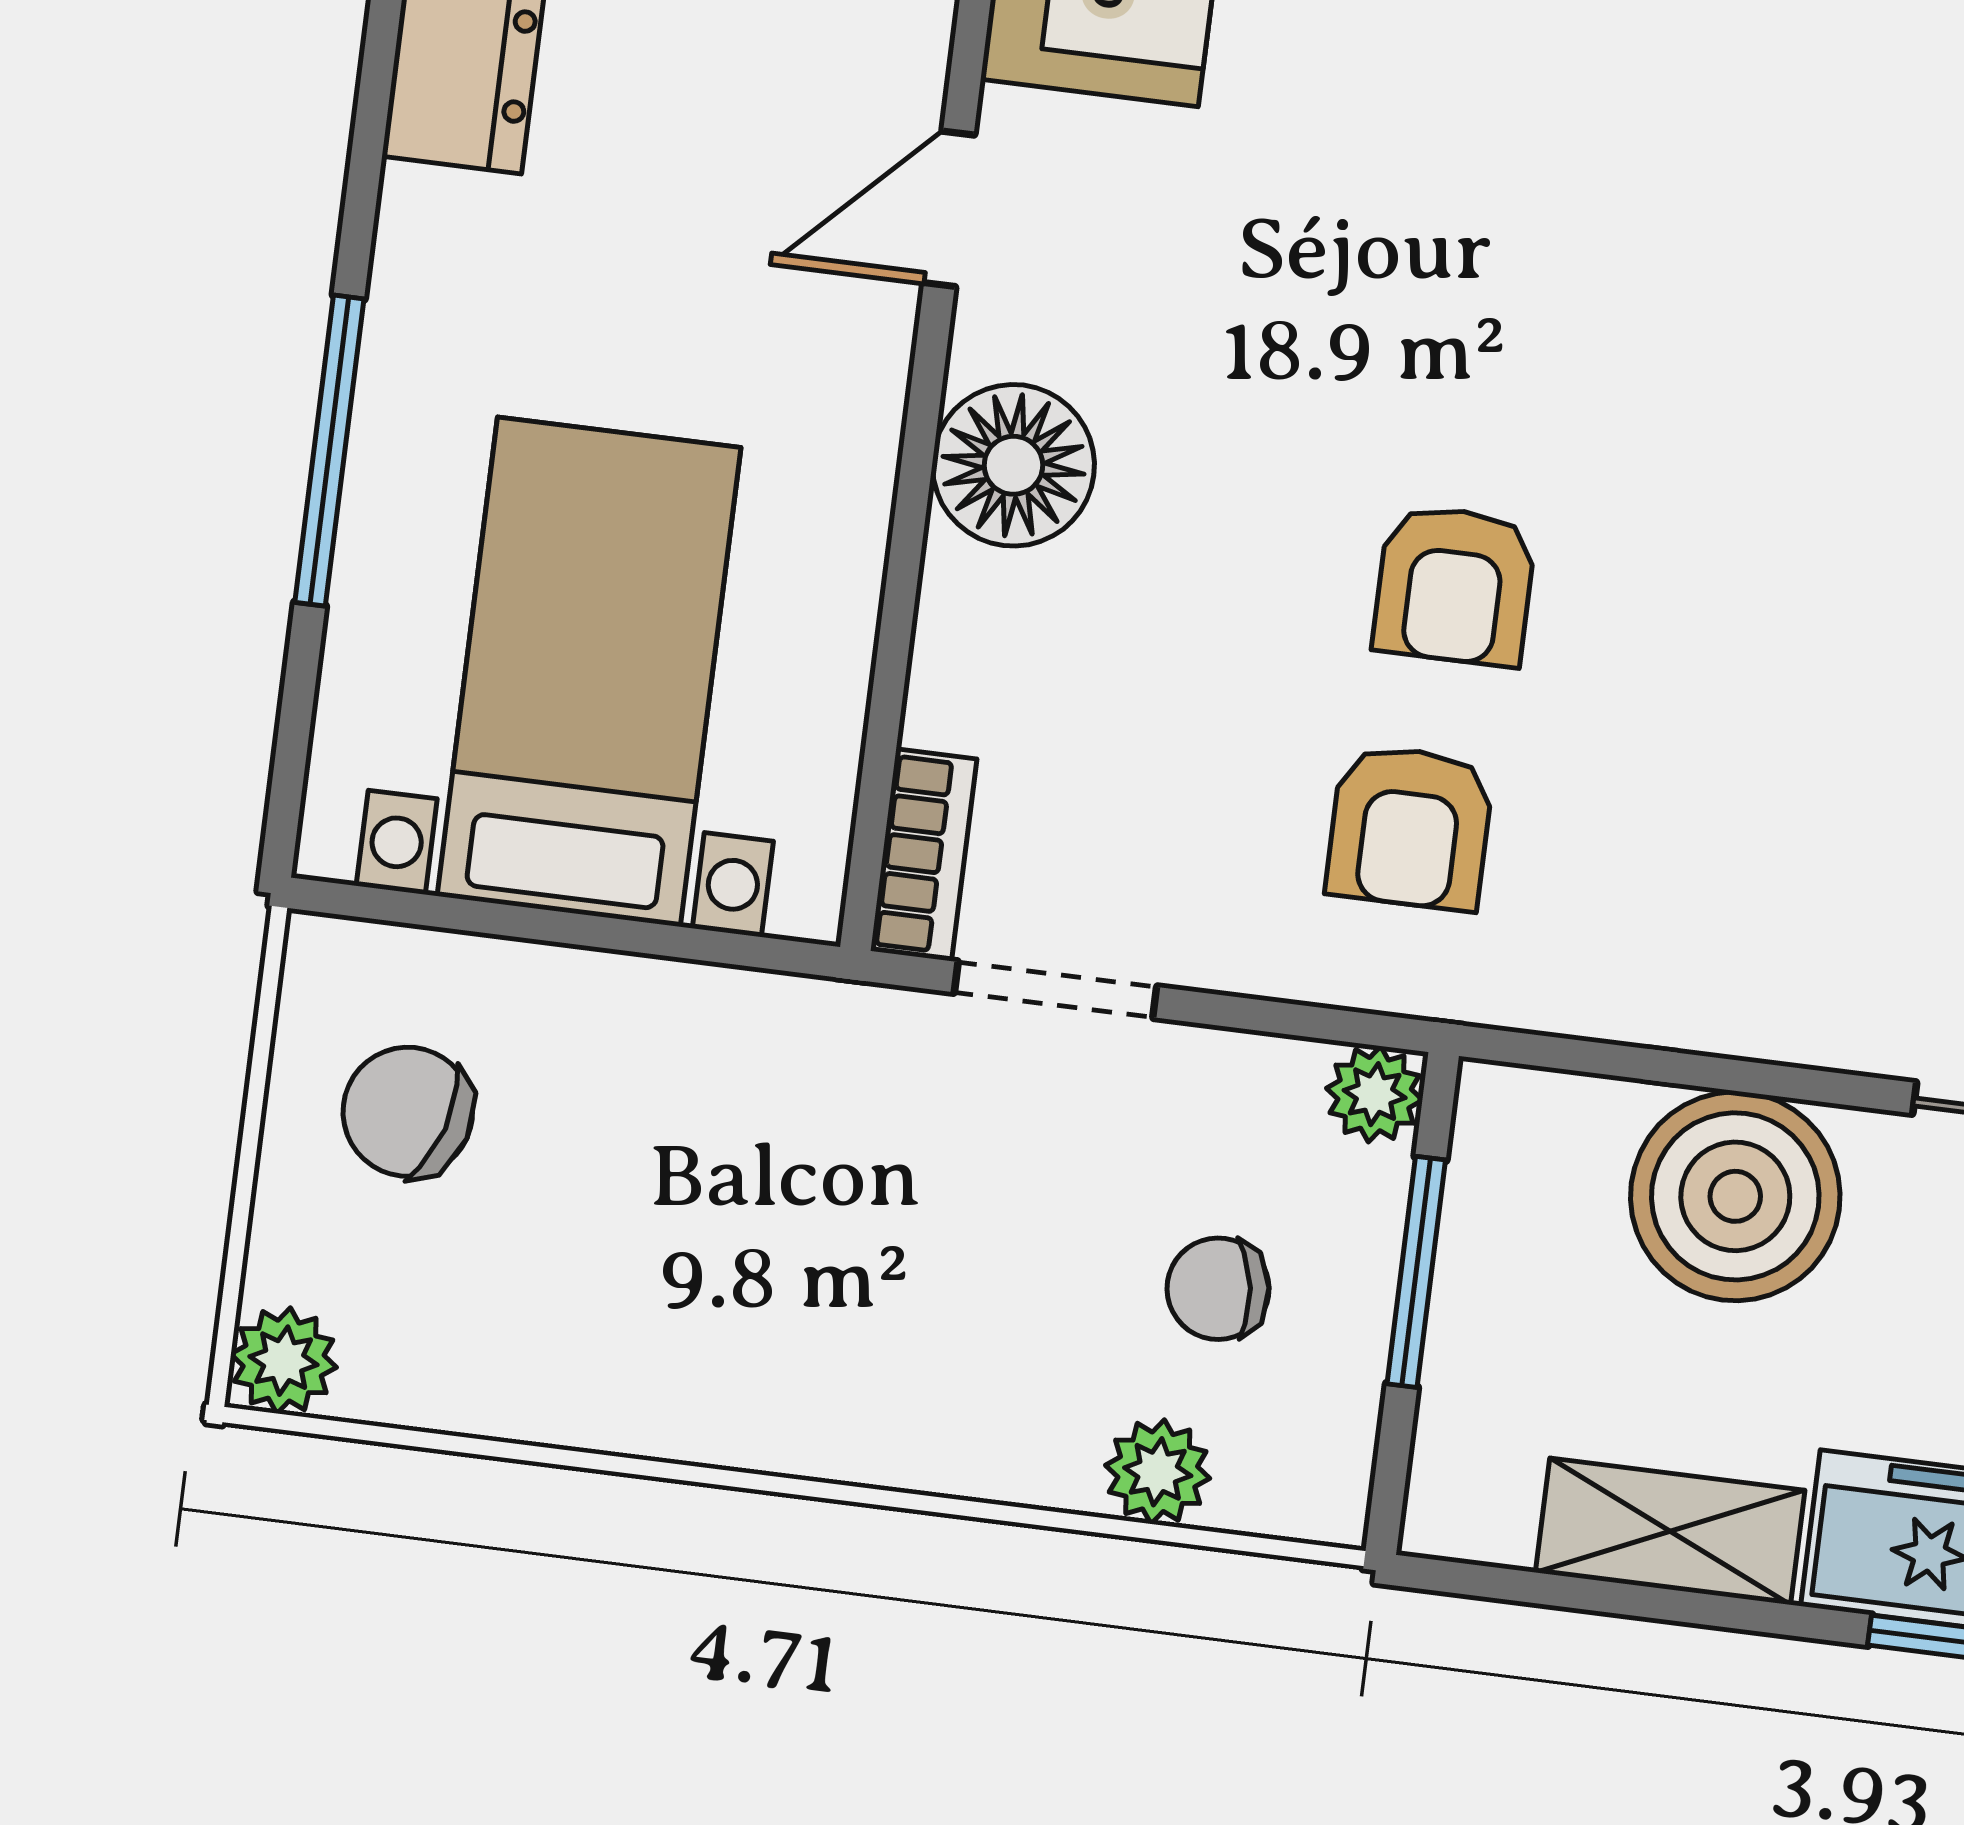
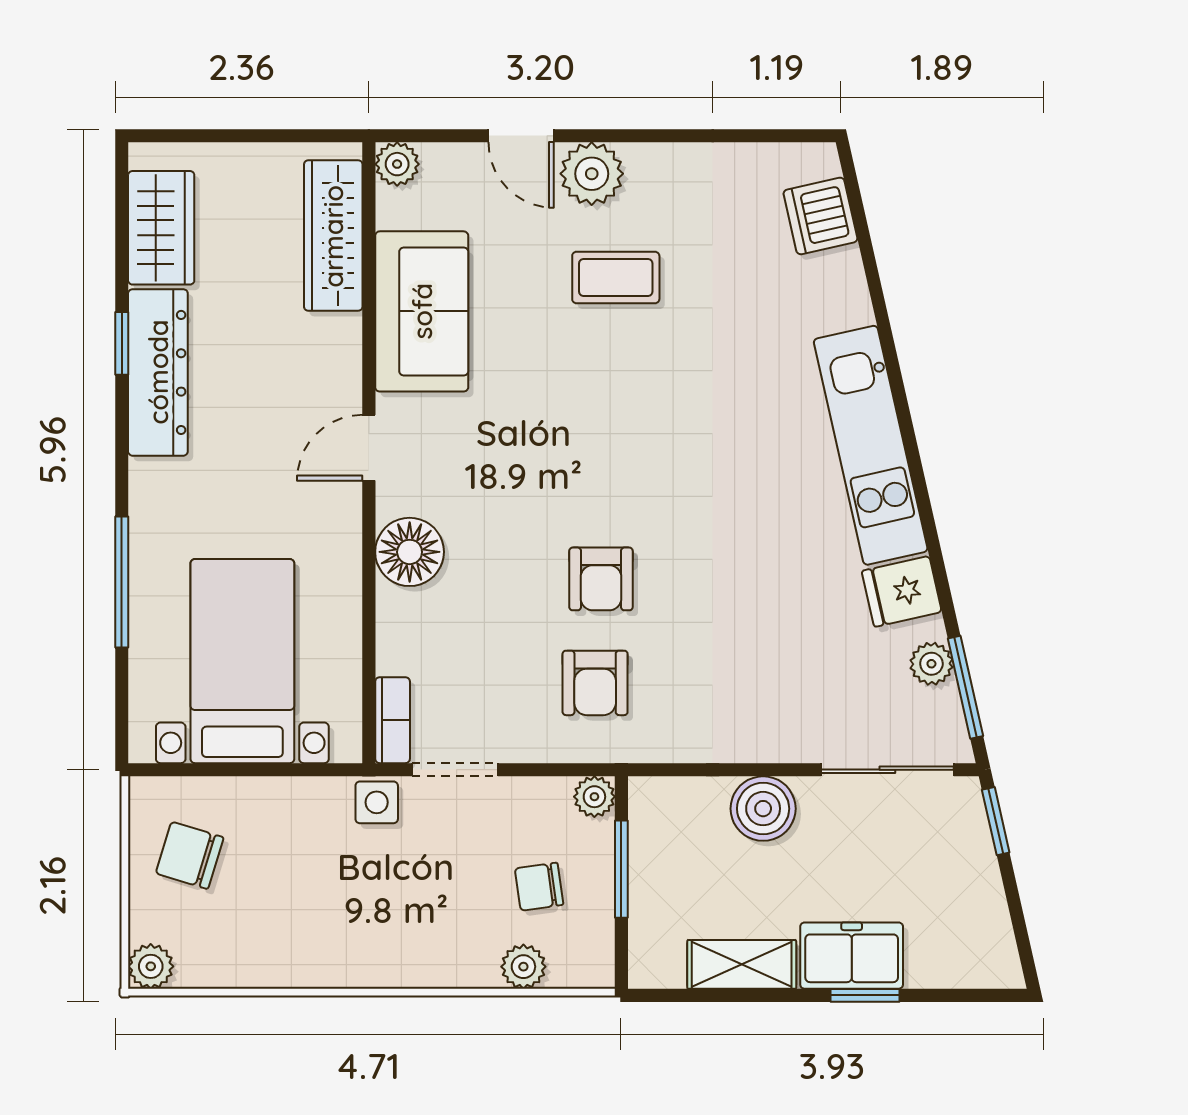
side table: (862, 1043) -> (377, 802), added
boiler: (1735, 1196) -> (763, 809), width x0.73, depth x0.73

